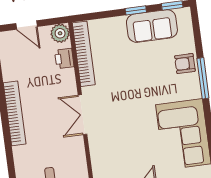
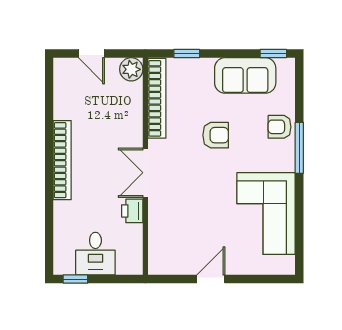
window: (136, 10) -> (187, 54), moved
printer: (64, 58) -> (132, 211), moved
armchair: (135, 77) -> (216, 135), added

